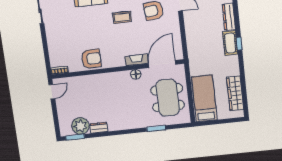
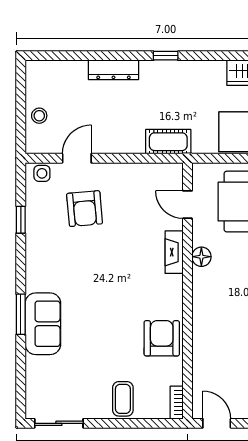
coffee table: (122, 17) -> (123, 399), moved
cot: (230, 43) -> (168, 142), moved
door: (162, 64) -> (187, 205), width x0.53

